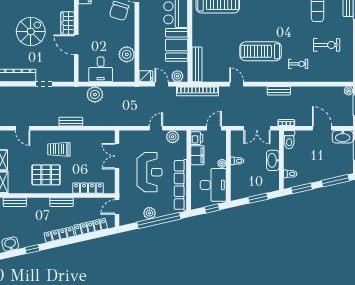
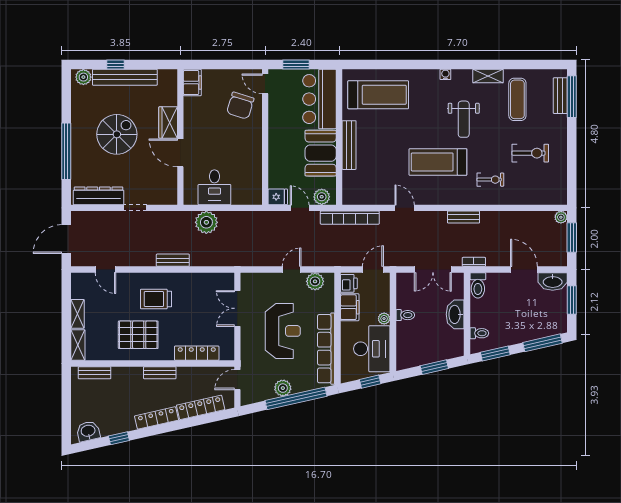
weight bench: (279, 21) -> (464, 119), added
plant: (127, 54) -> (251, 166), removed
bench: (197, 64) -> (349, 145), moved

